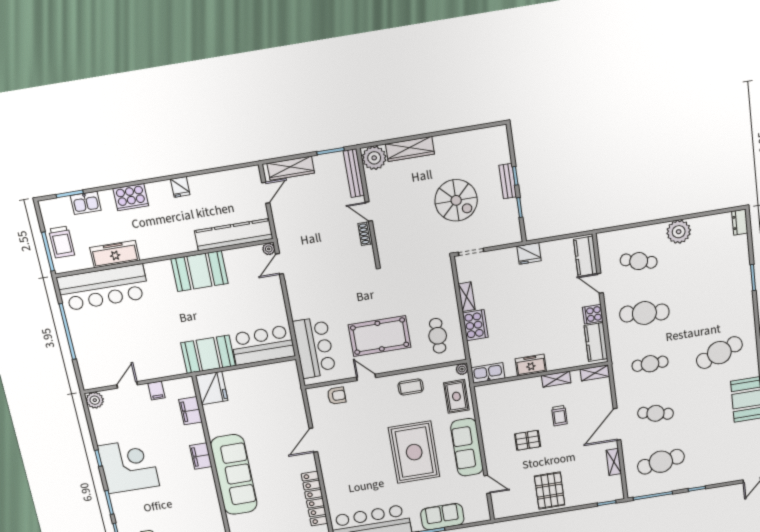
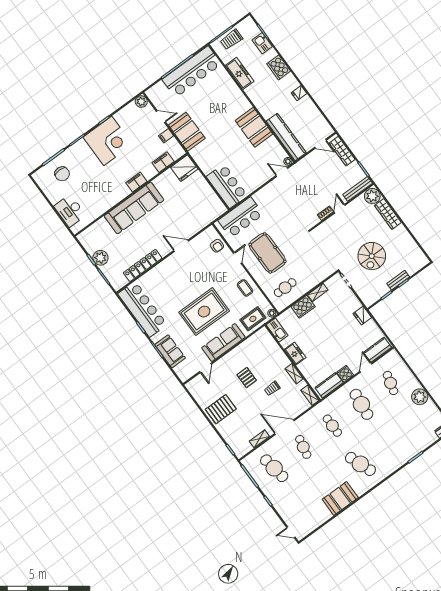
bar counter: (103, 288) -> (192, 72), moved, turned -90
booth: (208, 354) -> (187, 132), moved

